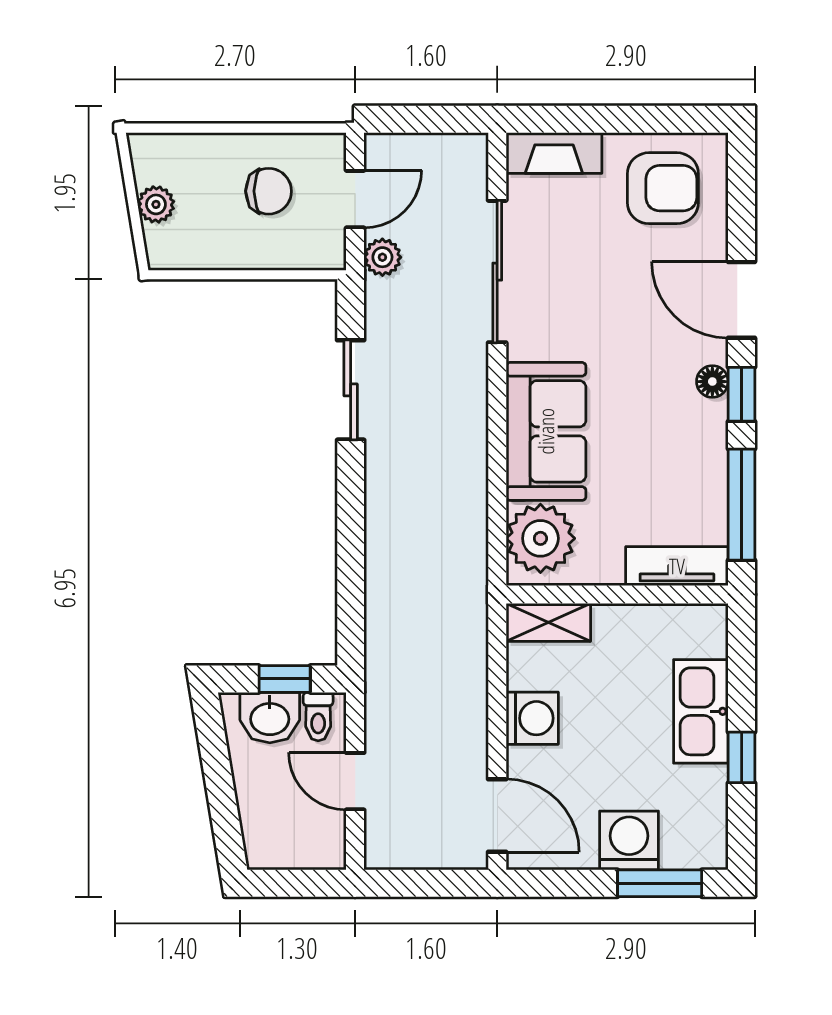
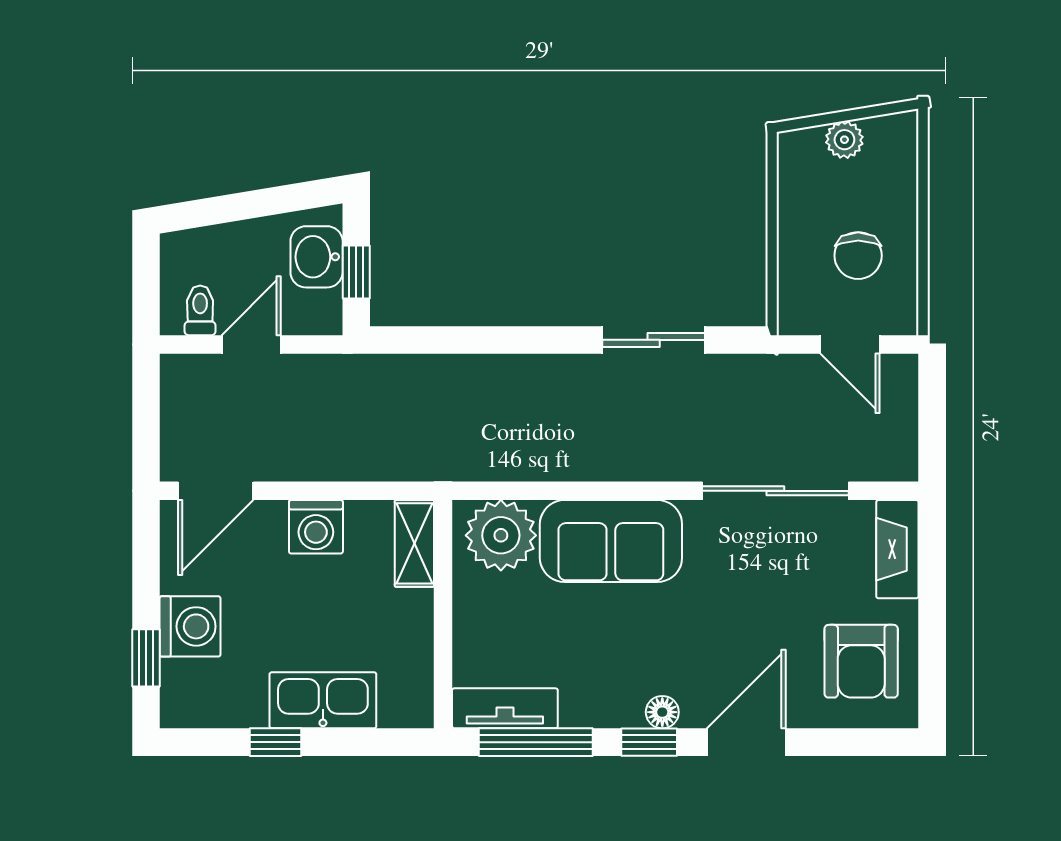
plant: (382, 257) -> (790, 373), removed
tv unit: (677, 566) -> (505, 708), moved, turned -90
toilet: (318, 717) -> (200, 310), moved, turned 90
window: (660, 883) -> (146, 658), width x0.67

